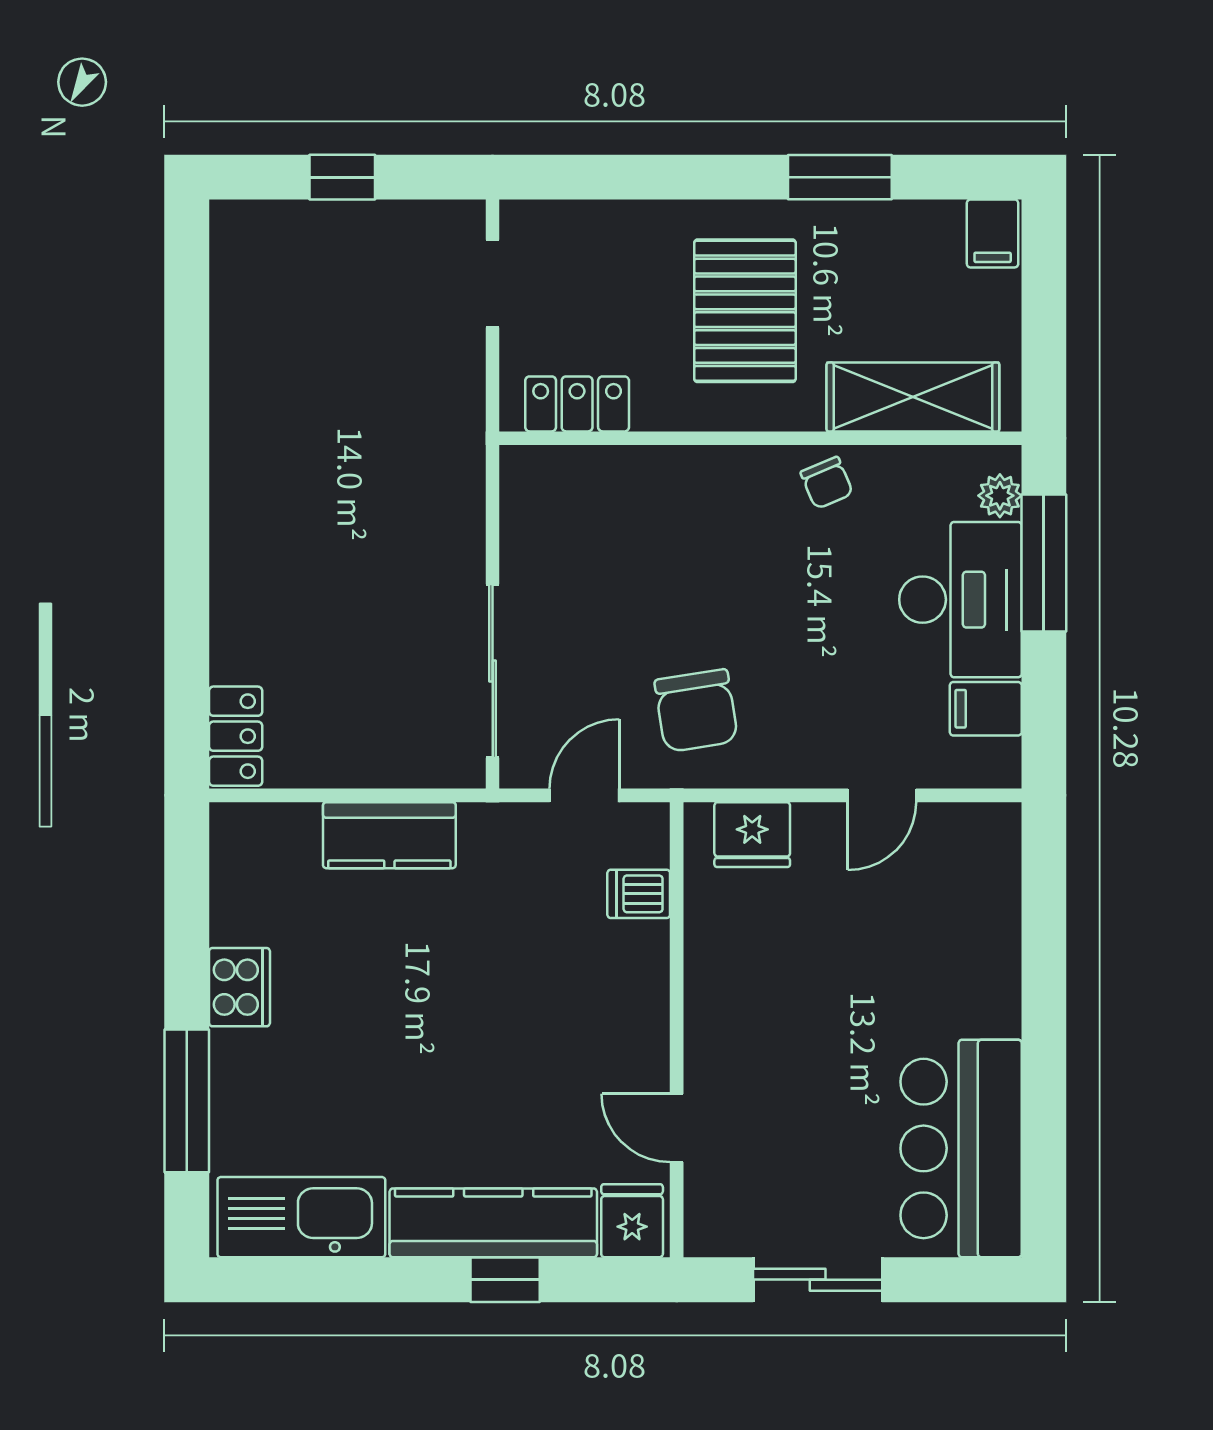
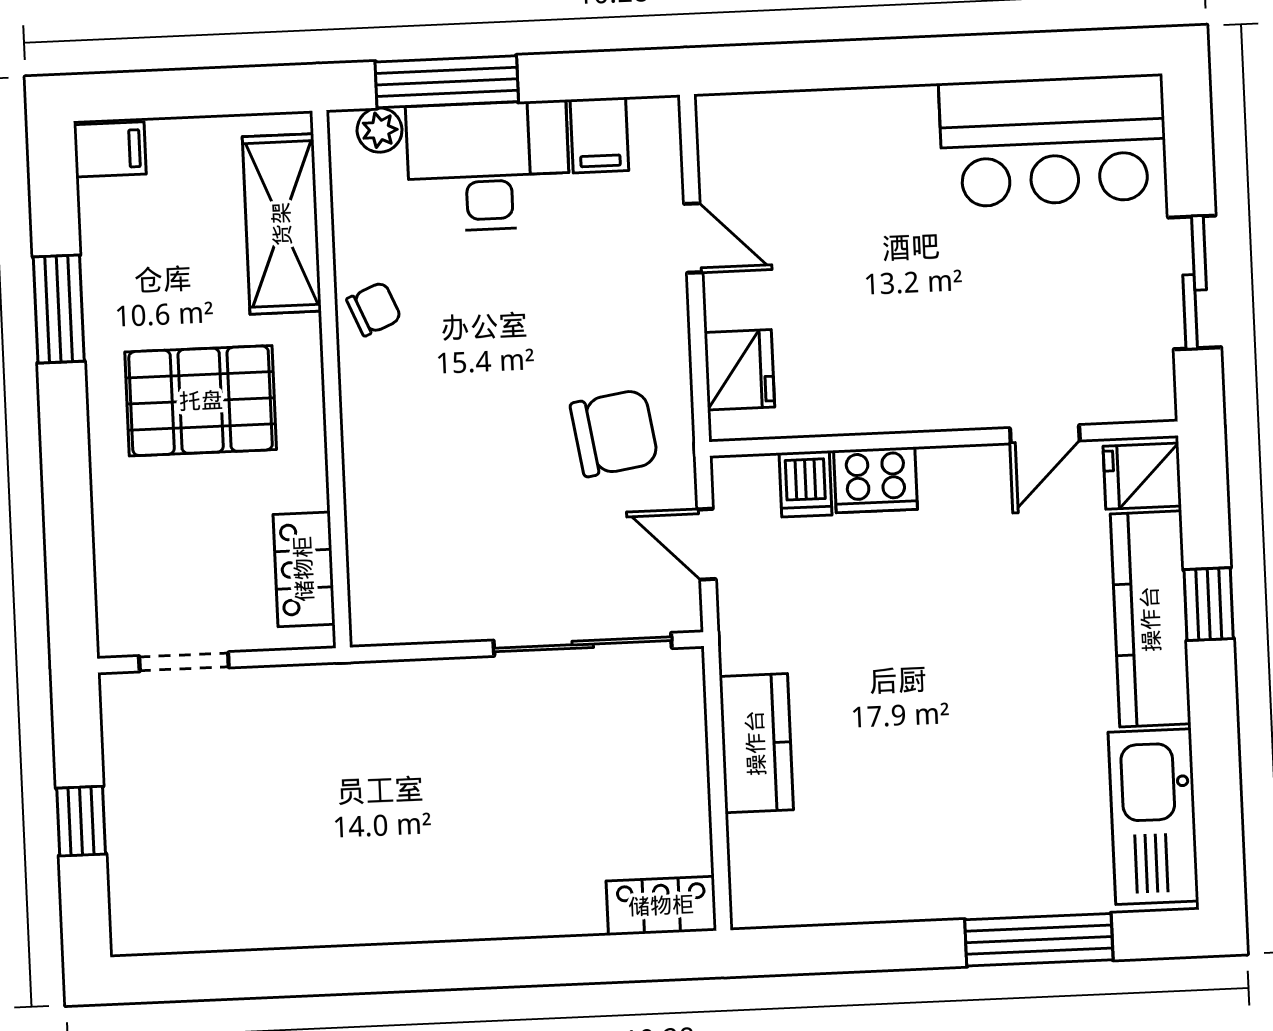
cooker: (239, 987) -> (876, 480), moved, turned 180

